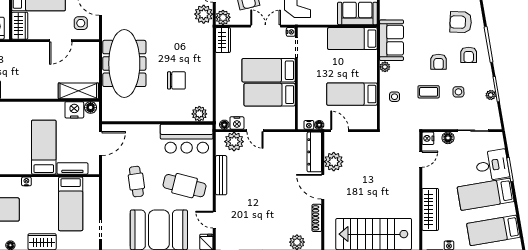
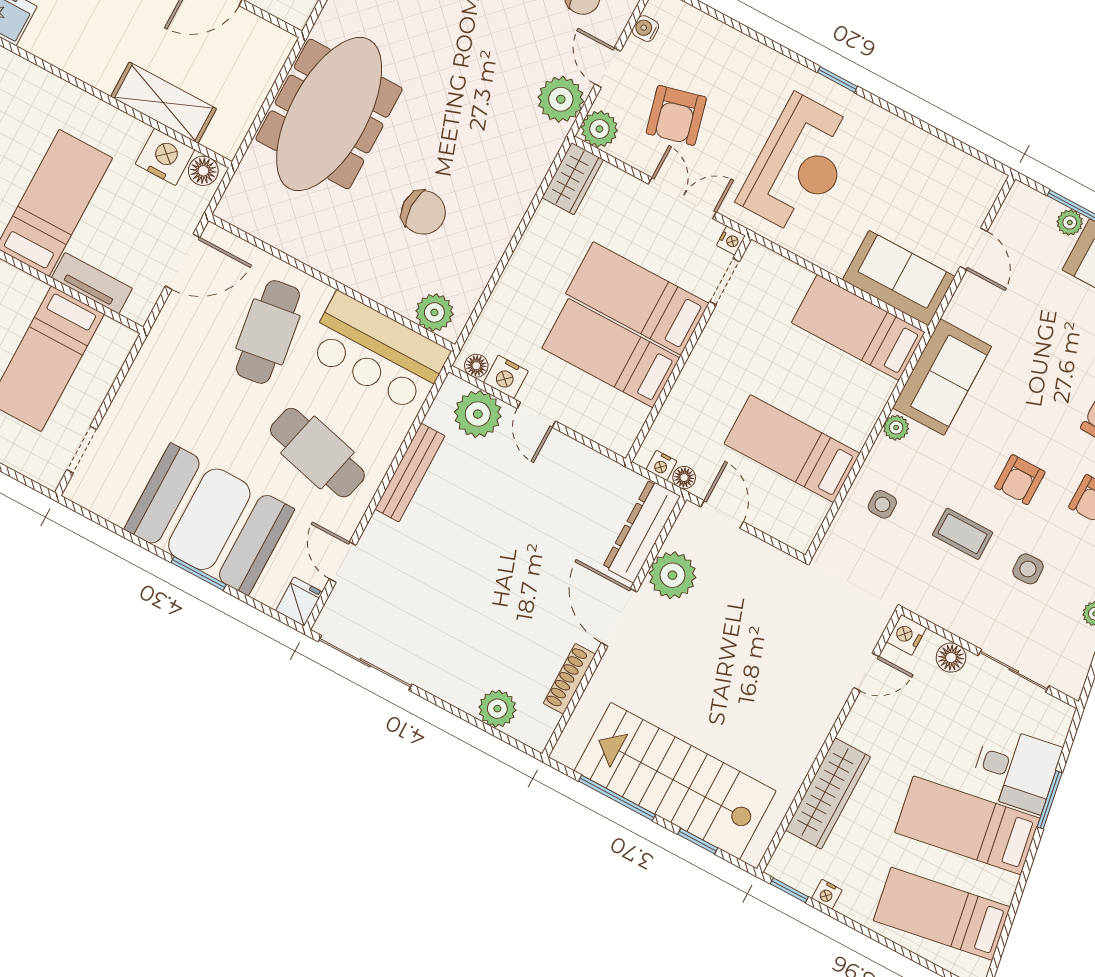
shelving: (78, 91) -> (164, 103), moved
cafe table: (136, 182) -> (268, 332), moved, width x1.37, depth x1.35

